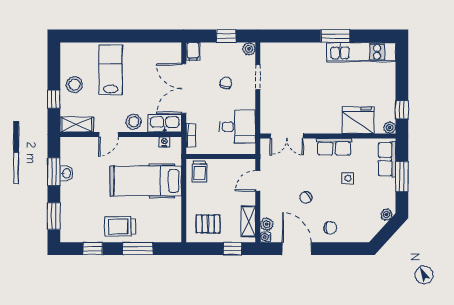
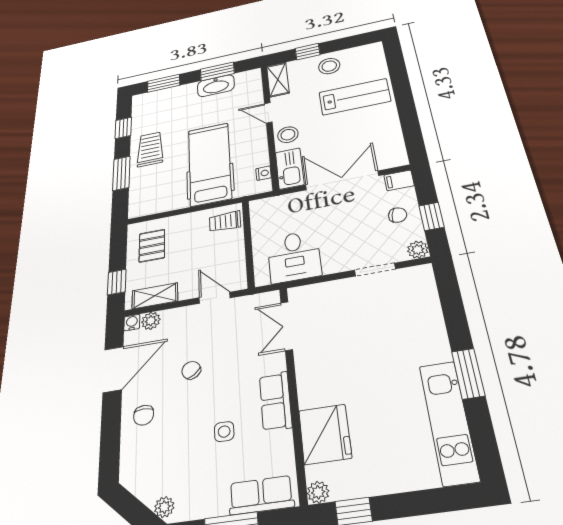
chair: (226, 83) -> (398, 215), moved
bookcase: (191, 135) -> (276, 202), removed
washbasin: (66, 173) -> (216, 86), width x1.91, depth x1.45

